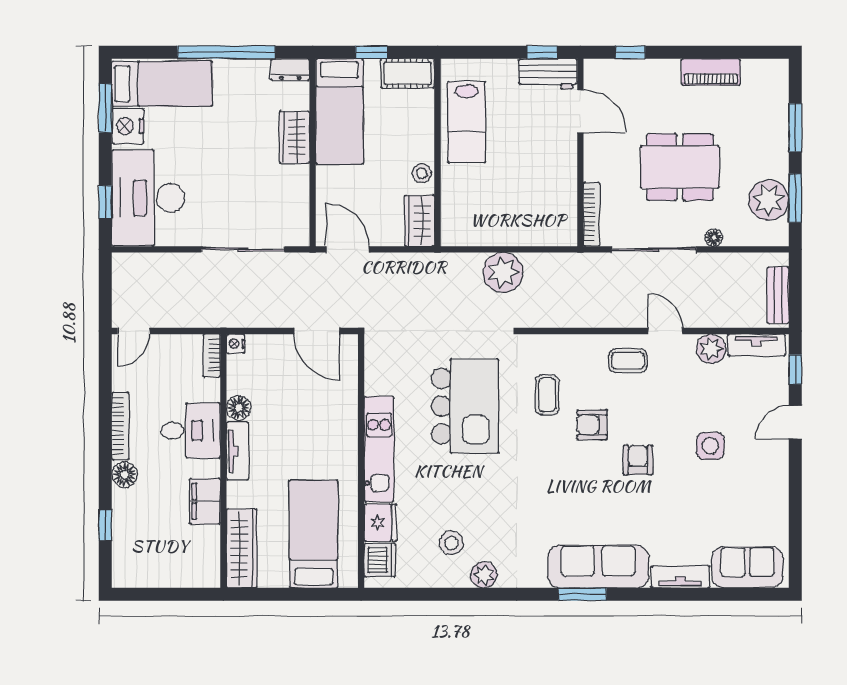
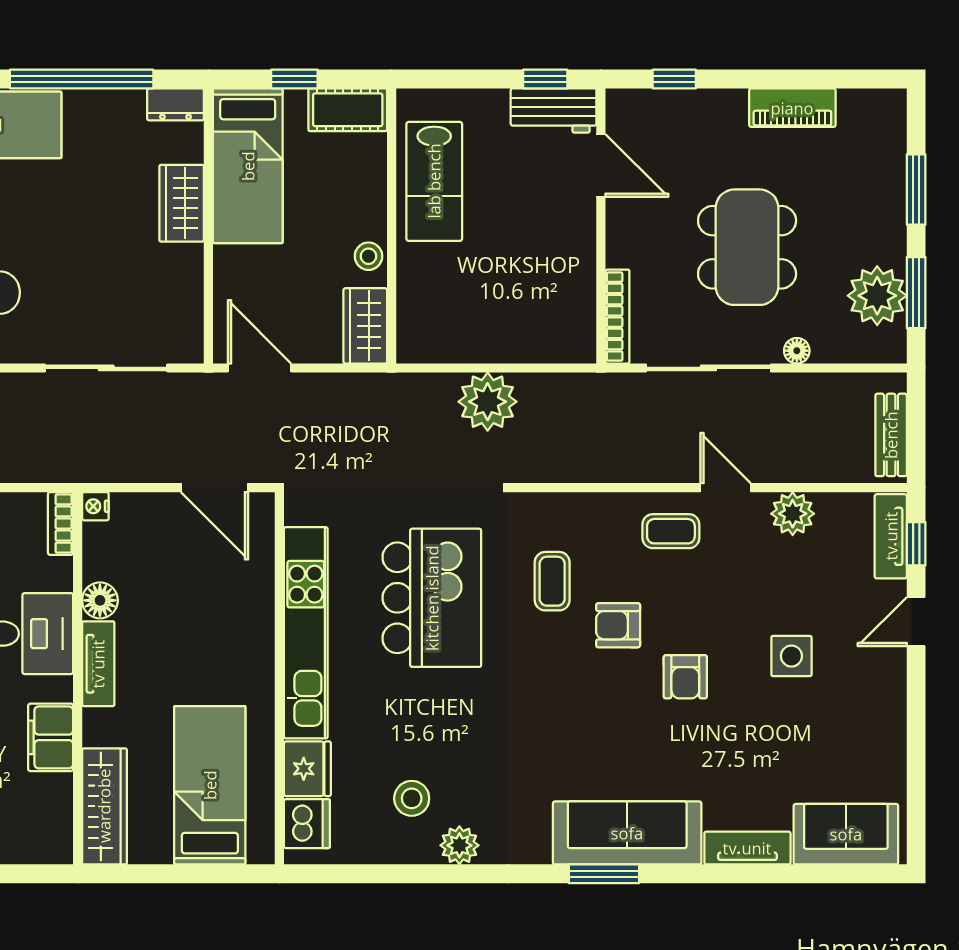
dining table: (680, 167) -> (747, 247), turned 90
tv unit: (756, 345) -> (891, 536), moved, turned 90
kitchen unit: (379, 449) -> (306, 633), width x1.36
armchair: (638, 460) -> (685, 677), turned 180

